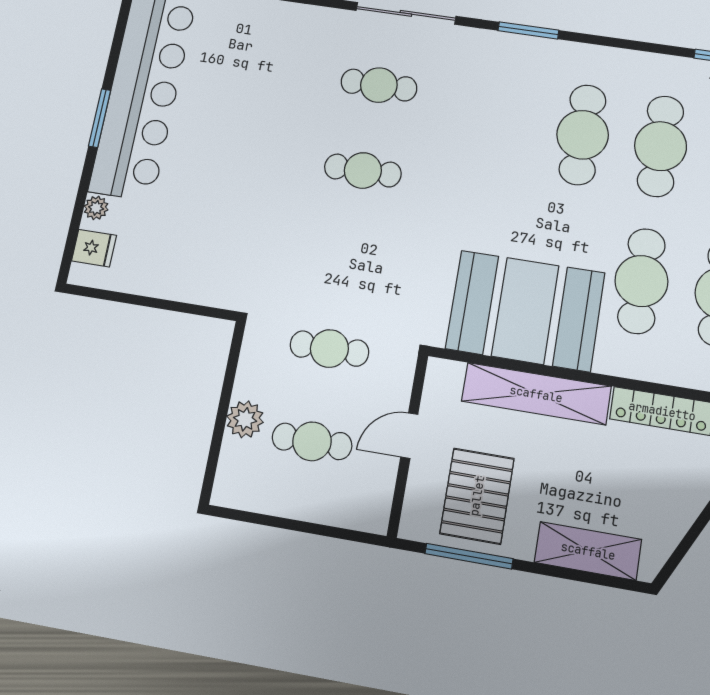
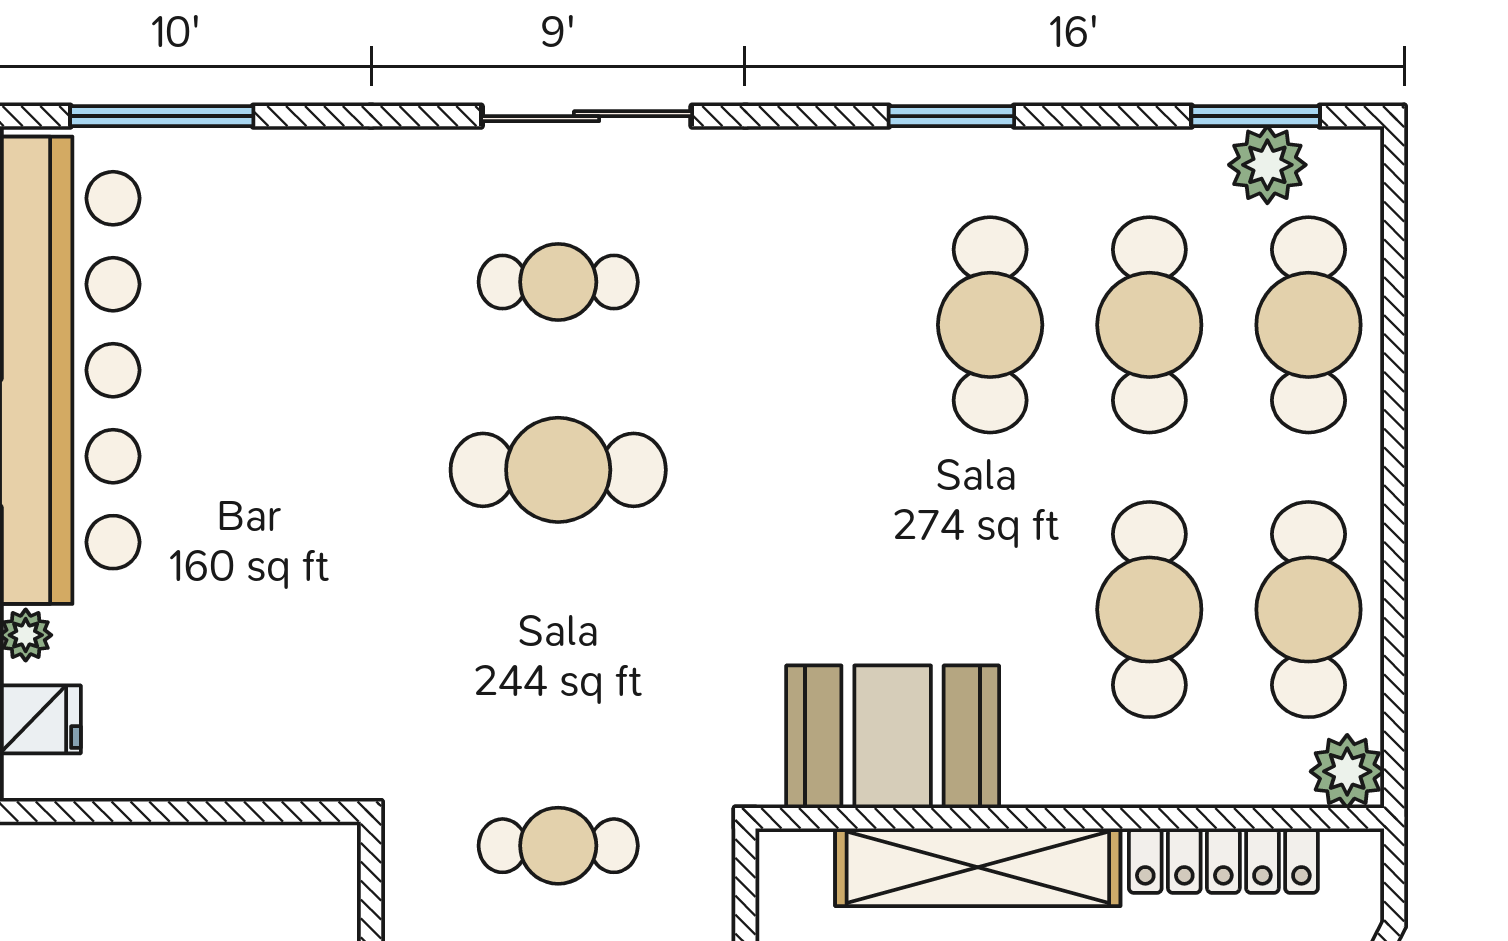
window: (528, 30) -> (951, 116), moved
cafe table: (363, 170) -> (558, 470), width x1.37, depth x1.35
booth: (525, 311) -> (893, 737), width x0.73, depth x0.70

